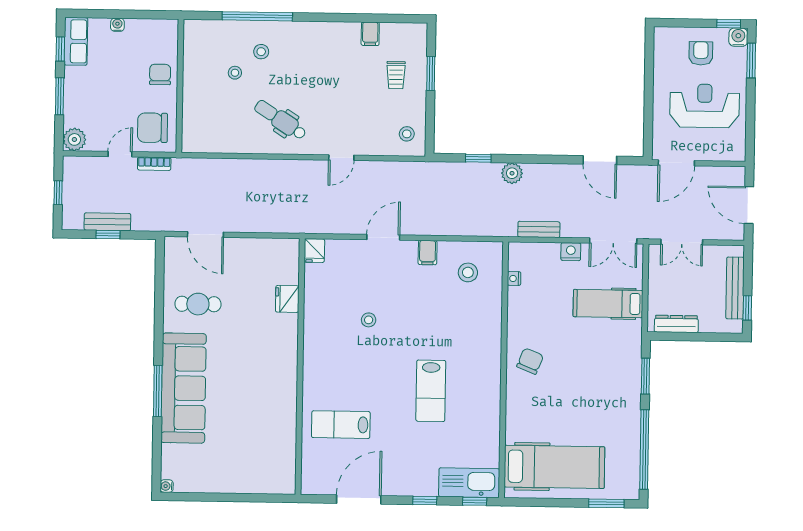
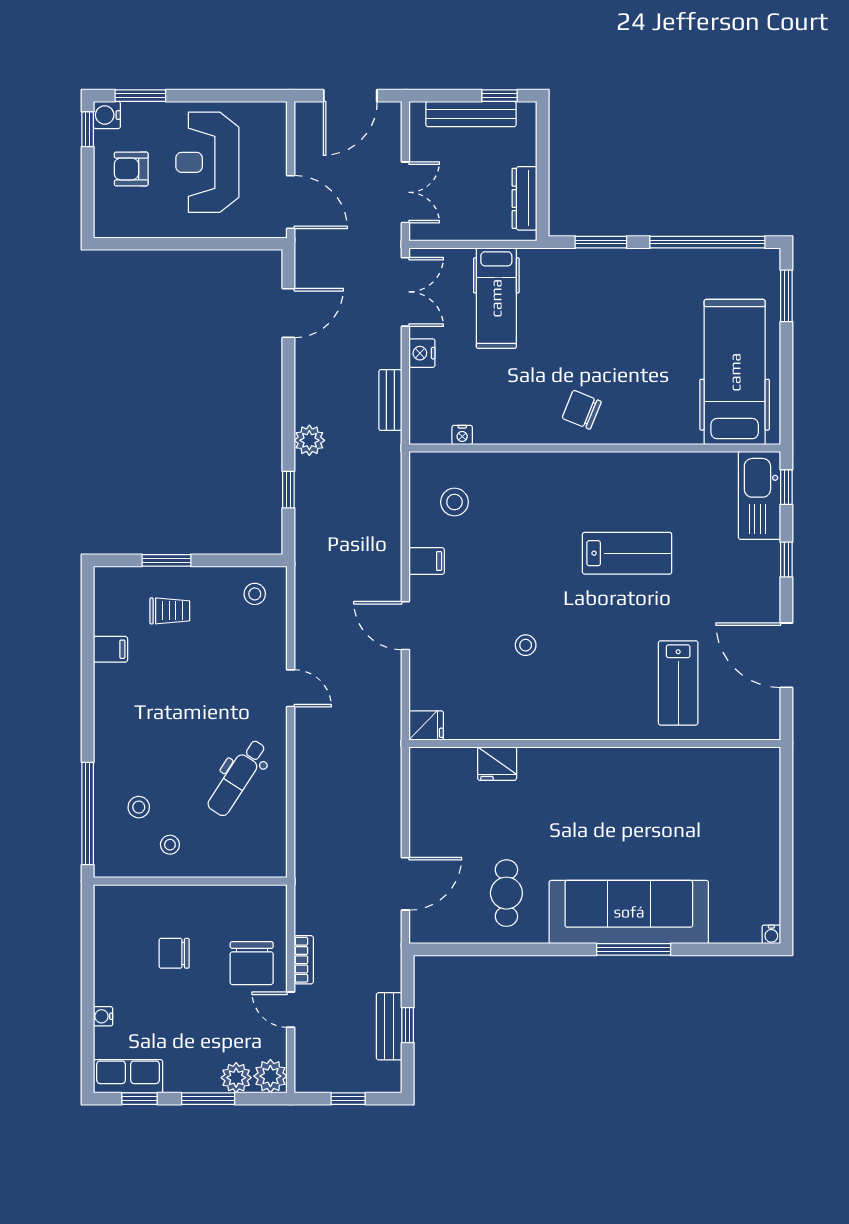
wall: (180, 86) -> (190, 881), moved
plant: (74, 116) -> (236, 1078), added

